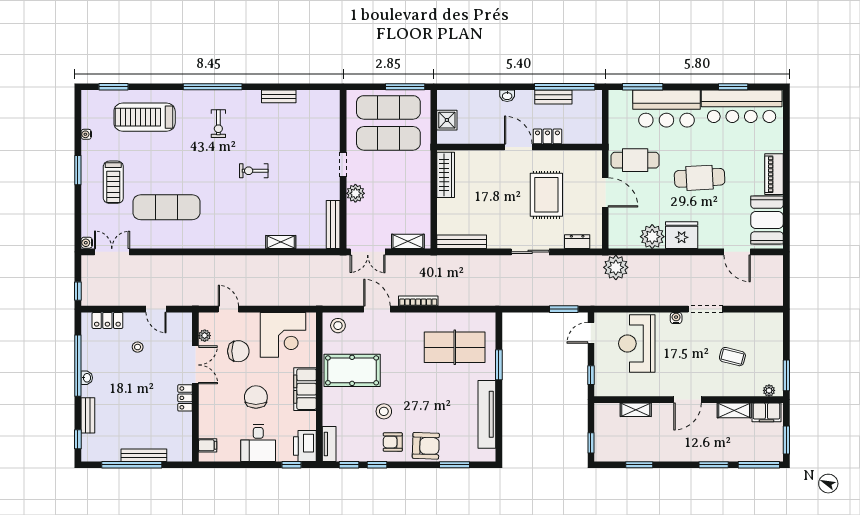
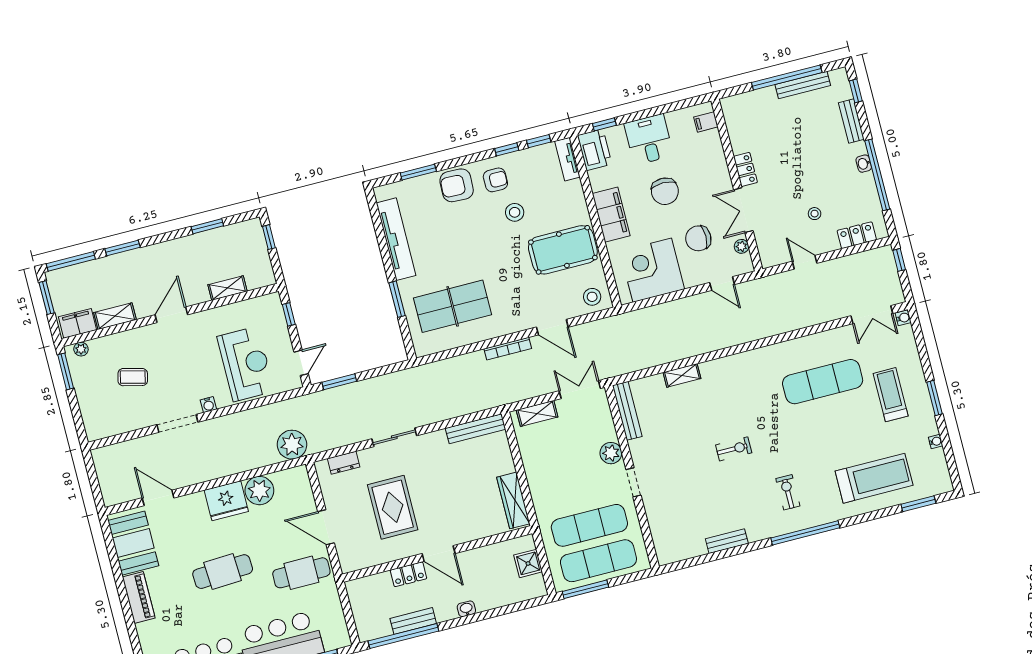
bench: (144, 455) -> (803, 85), moved

